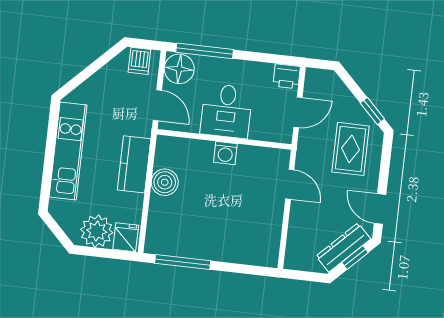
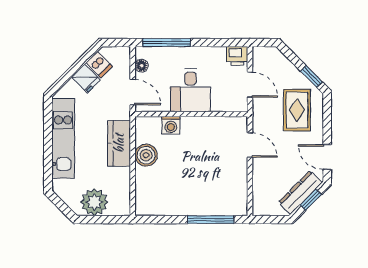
dishwasher: (139, 61) -> (99, 65), moved, turned -45
floor lamp: (179, 69) -> (142, 66), width x0.53, depth x0.53
door: (298, 112) -> (250, 85), hinge flipped
washing machine: (225, 153) -> (171, 125), moved
fridge: (126, 237) -> (86, 79), moved, turned 135
window: (183, 262) -> (211, 220), moved

